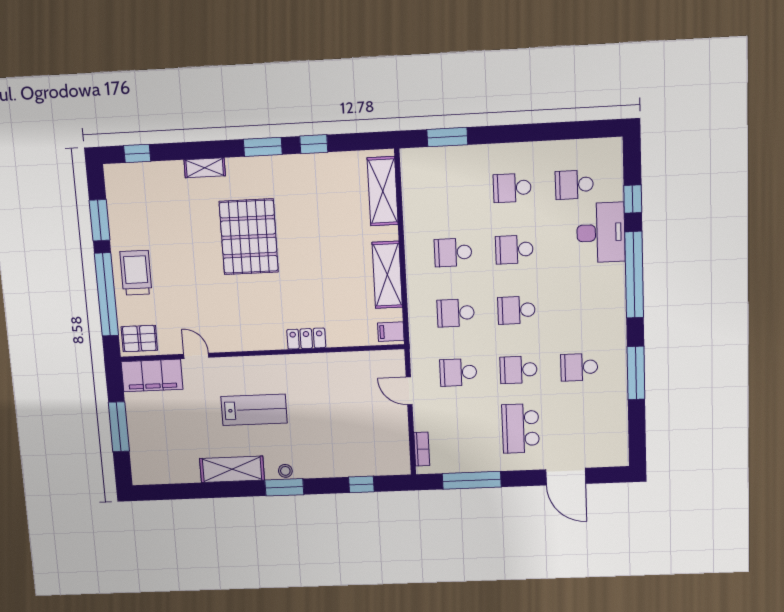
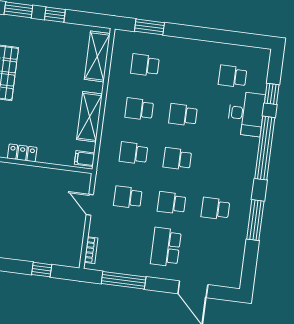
school desk: (512, 188) -> (145, 65), moved

